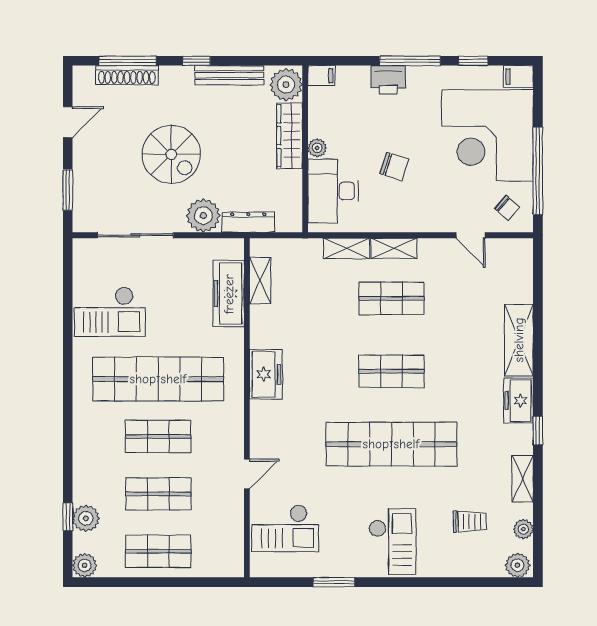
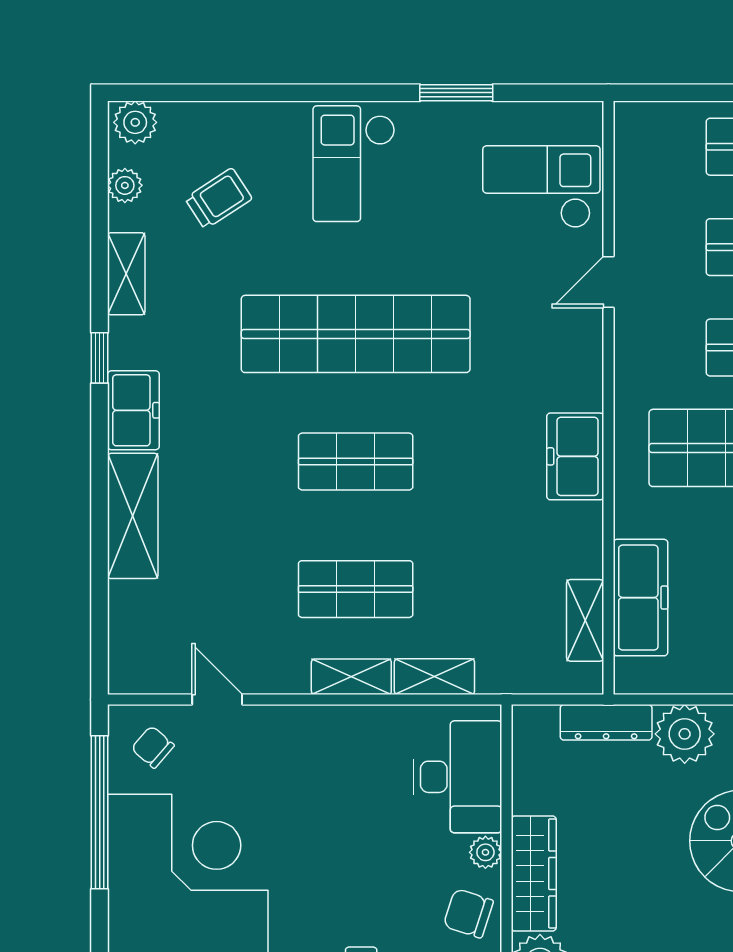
chair: (394, 166) -> (468, 913), moved
trolley: (470, 522) -> (218, 199), turned 147

